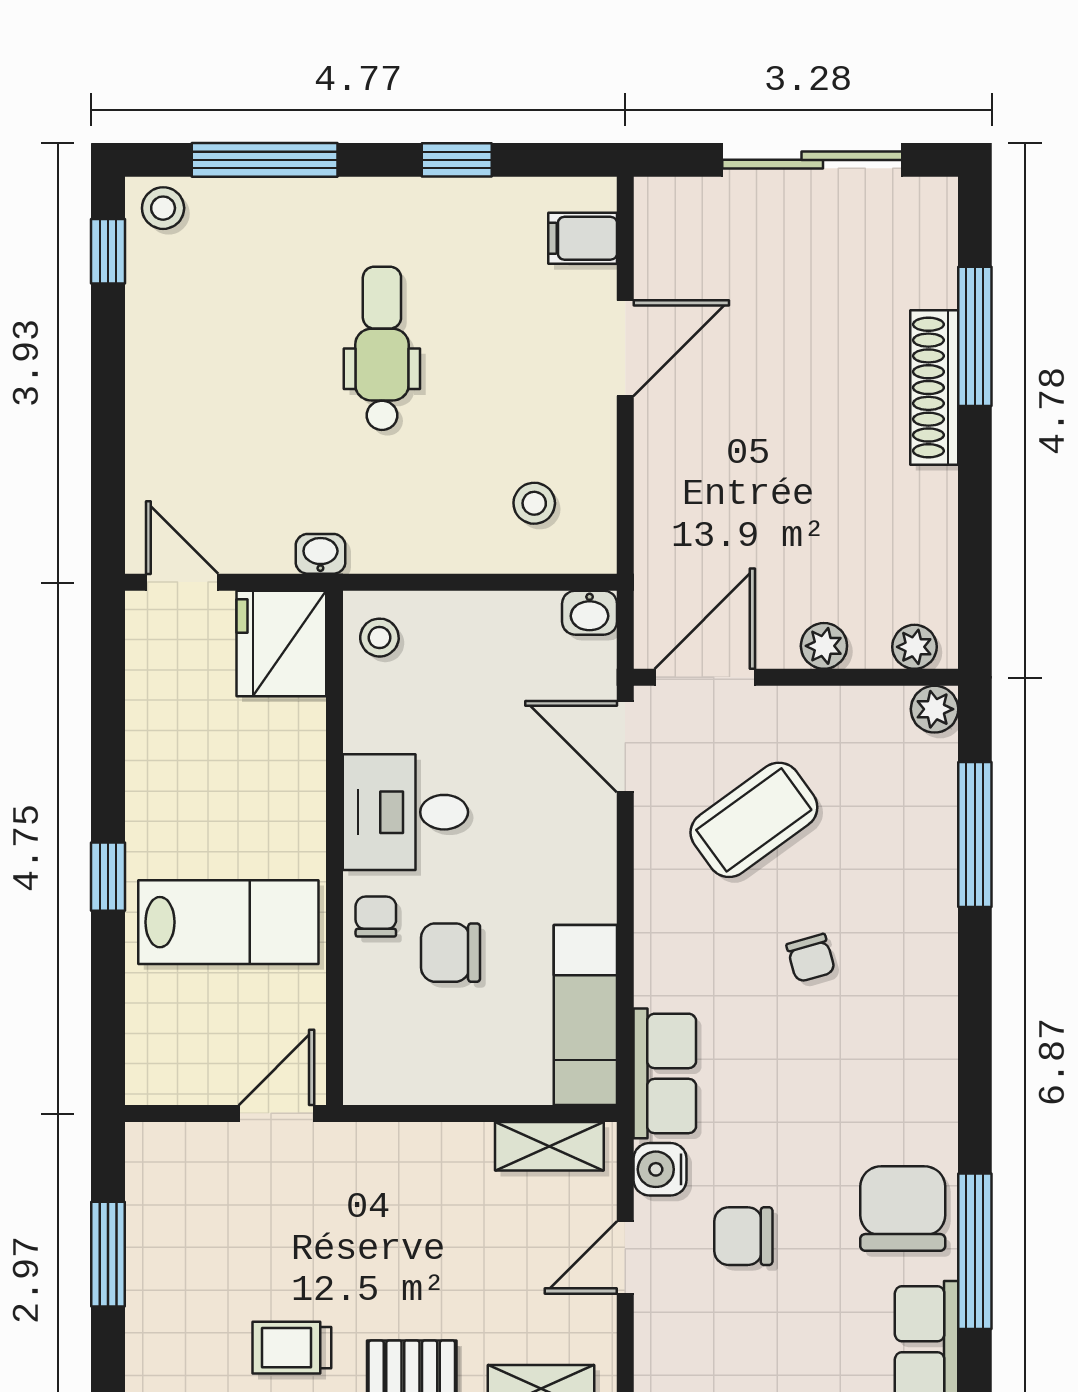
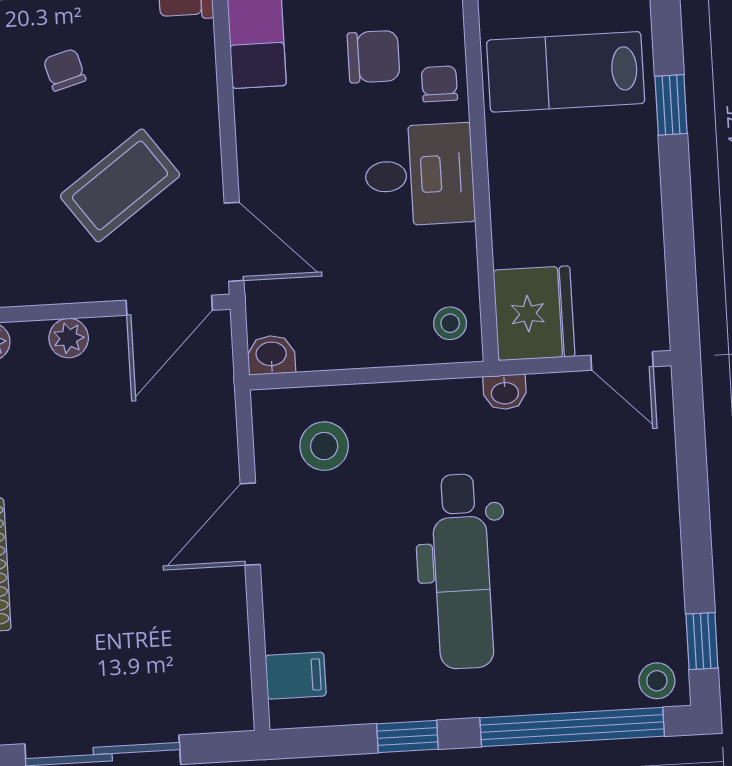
window: (265, 160) -> (572, 727), width x1.46
dental chair: (382, 348) -> (462, 571), width x1.36, depth x1.38
door: (625, 348) -> (250, 524), moved
stool: (534, 503) -> (324, 446), width x1.37, depth x1.37
chair: (376, 917) -> (439, 84), turned 180

